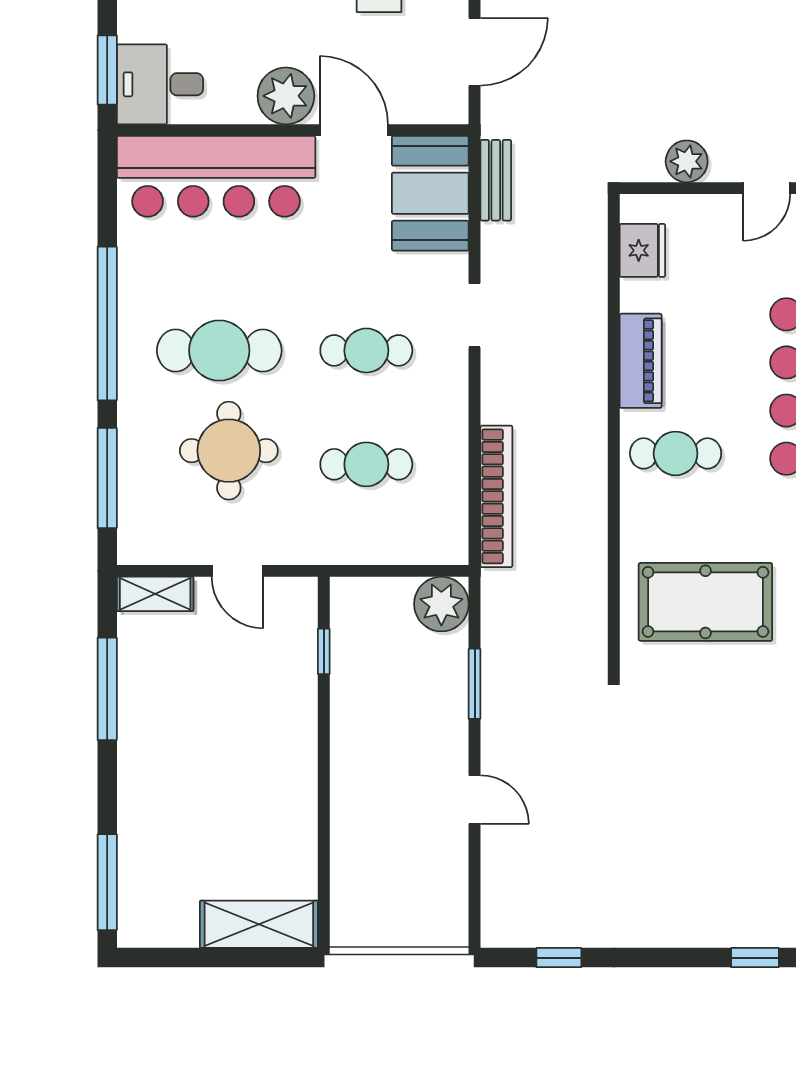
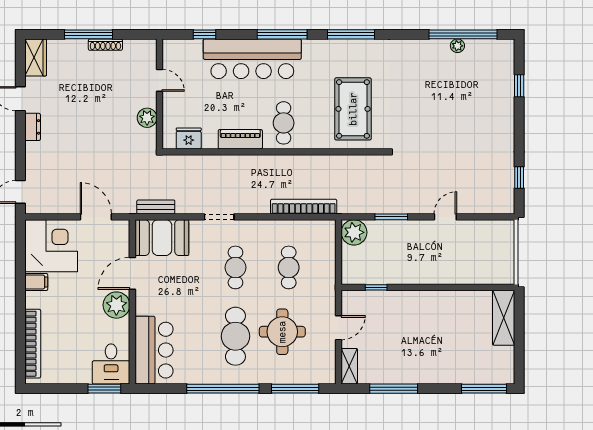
bar counter: (216, 176) -> (154, 350), width x0.73

